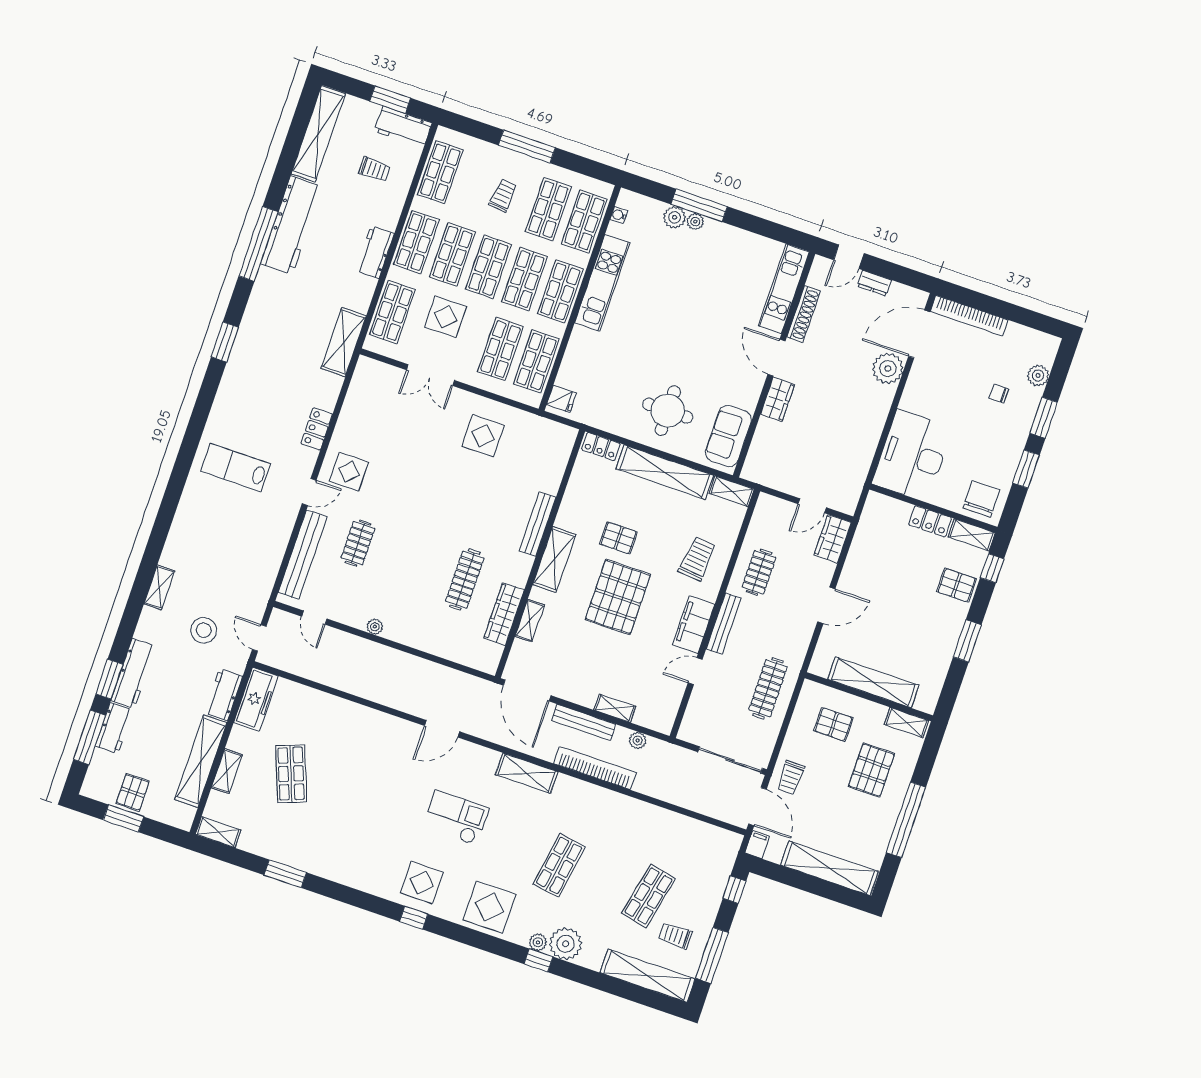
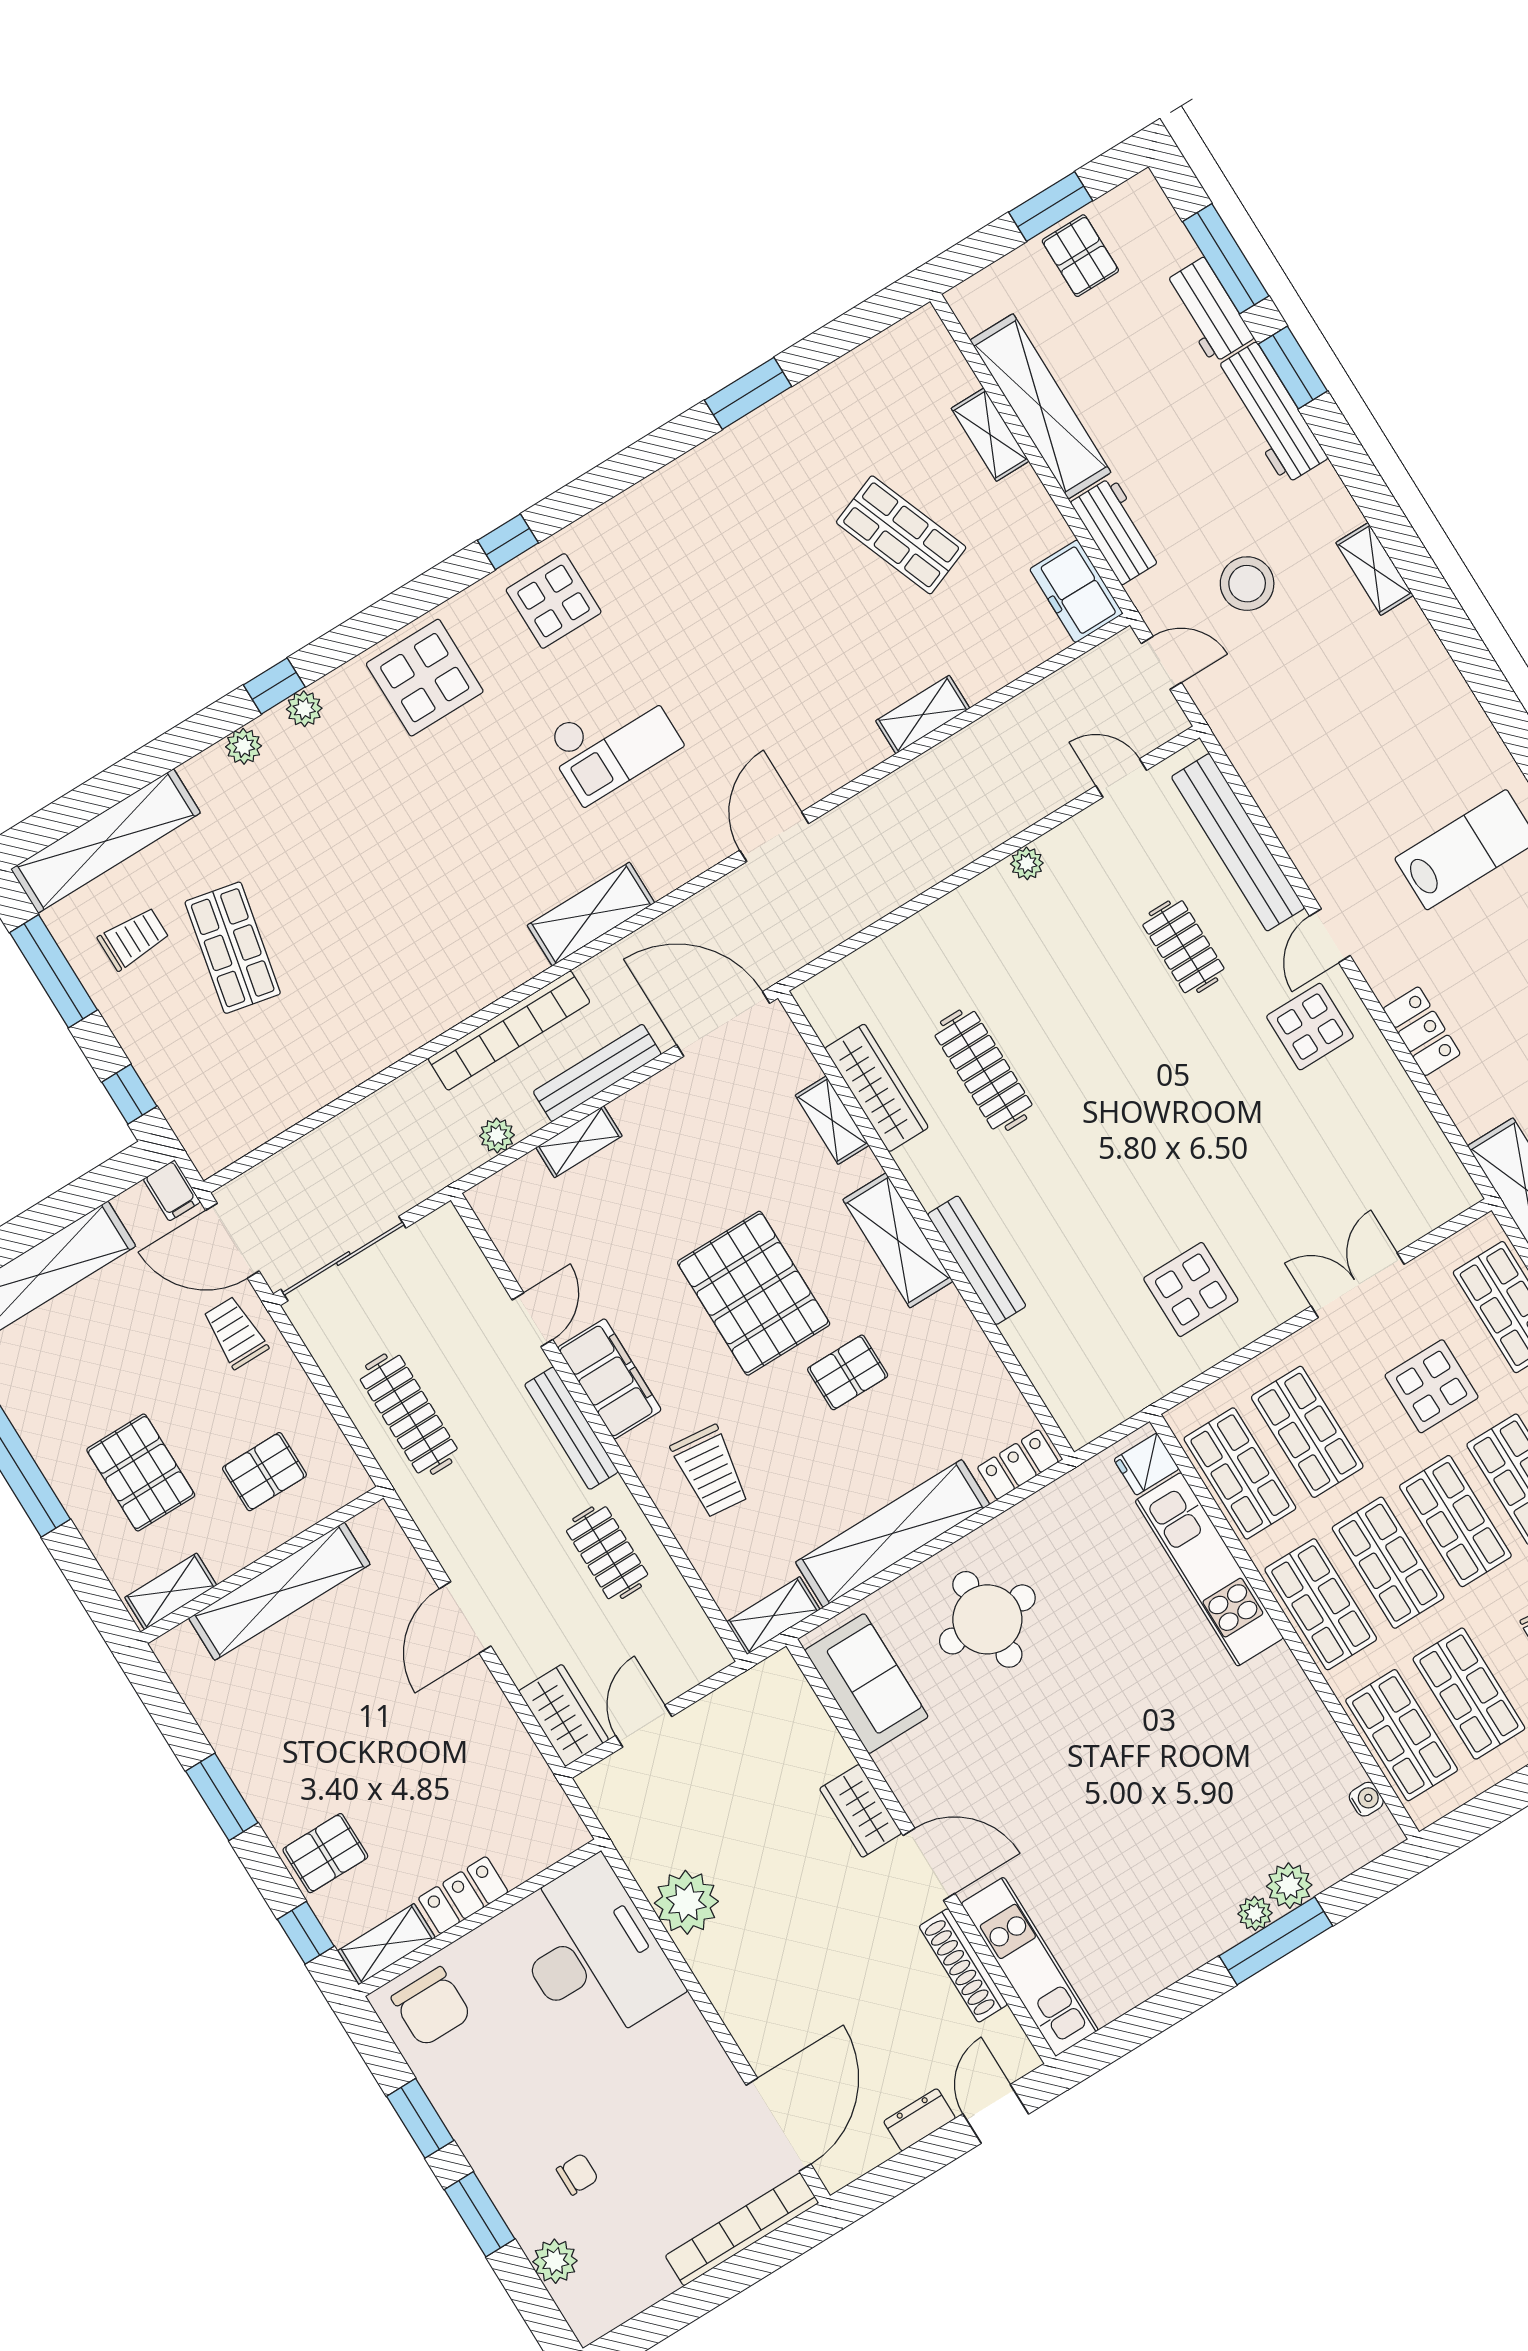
kitchen unit: (602, 283) -> (1209, 1569), moved
plant: (888, 368) -> (686, 1902), moved
freezer: (256, 699) -> (1076, 591), width x0.71
shelving: (218, 832) -> (923, 715), moved
shop shelf: (559, 865) -> (400, 844), removed
plant: (566, 944) -> (244, 746), width x0.53, depth x0.53

